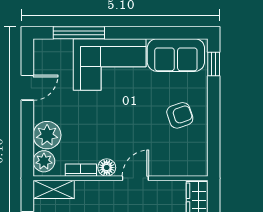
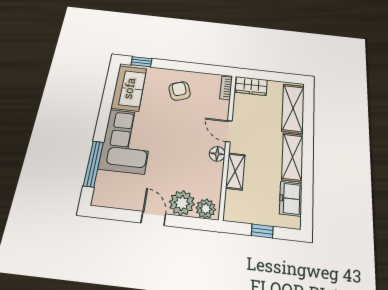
door: (27, 88) -> (153, 218), moved
bookcase: (81, 170) -> (226, 88), moved
shelving: (54, 189) -> (235, 171), moved

